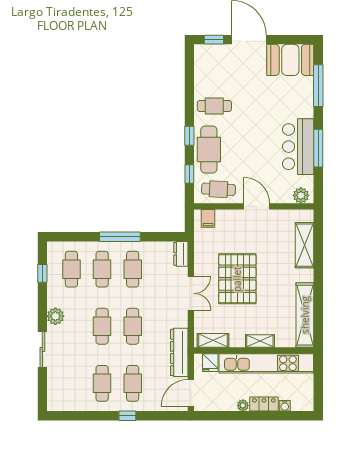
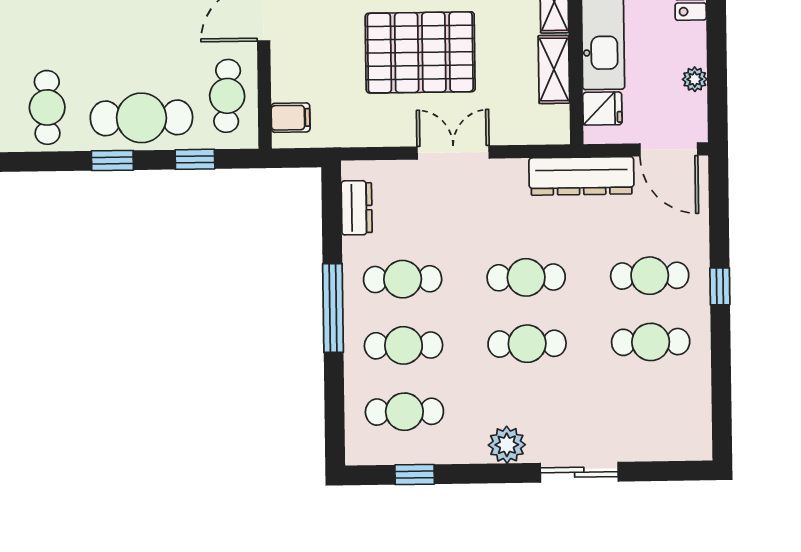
dresser: (181, 254) -> (357, 208), moved, turned -90
shelving: (213, 340) -> (554, 69), moved
plant: (243, 405) -> (695, 79), moved

